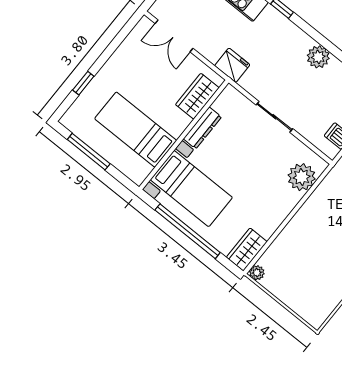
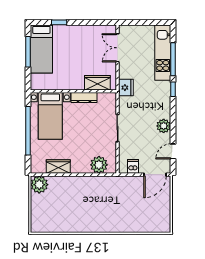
bed: (136, 130) -> (41, 49), moved, turned 180
wardrobe: (247, 249) -> (58, 167), moved
plant: (257, 273) -> (39, 185), width x1.87, depth x1.87

